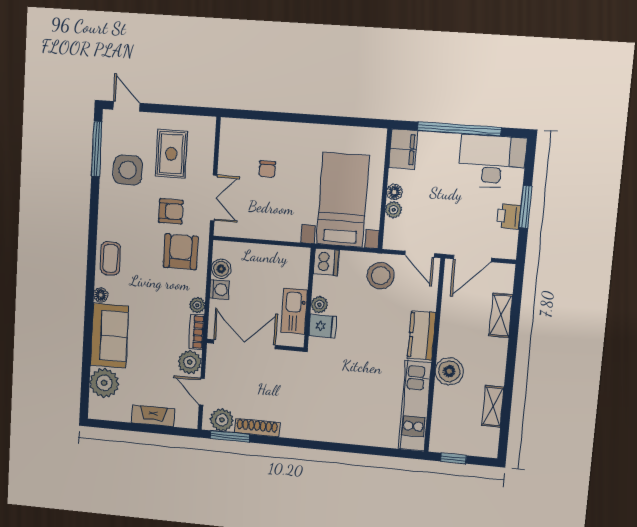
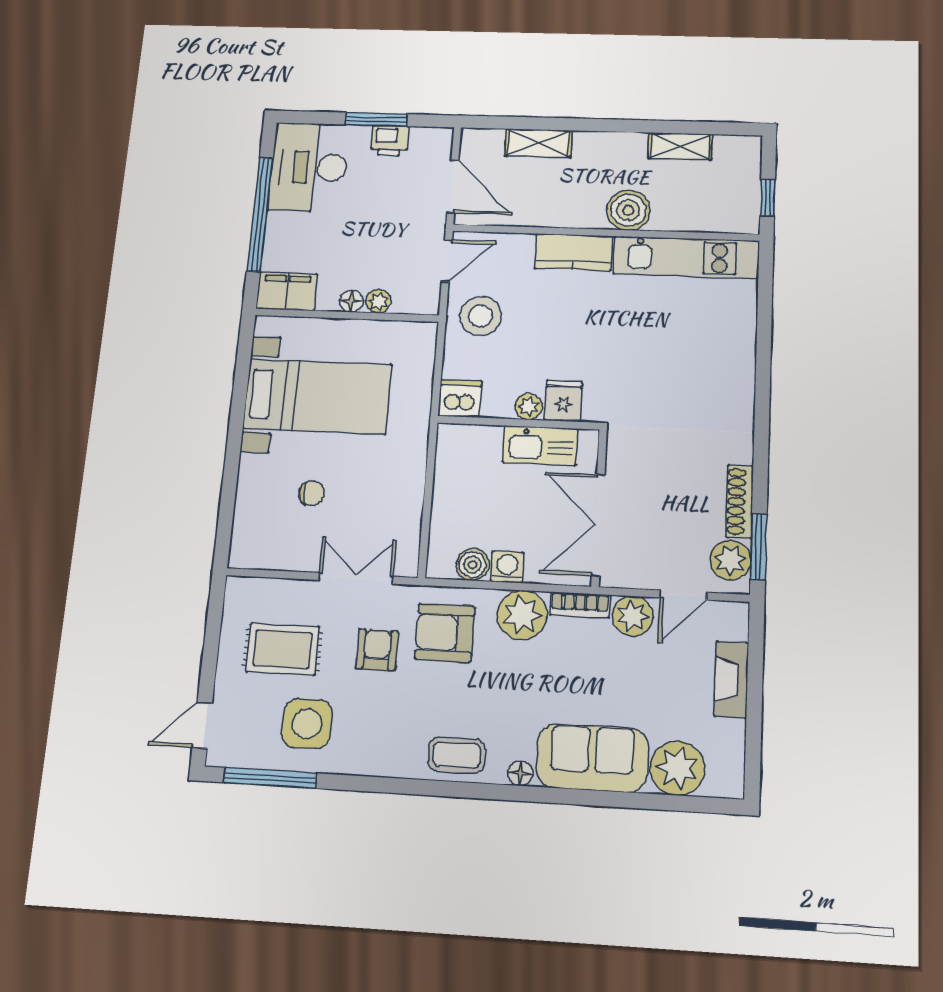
bed with nightstands: (343, 200) -> (317, 396), moved, turned 180
plant: (197, 305) -> (522, 615), width x1.87, depth x1.87

